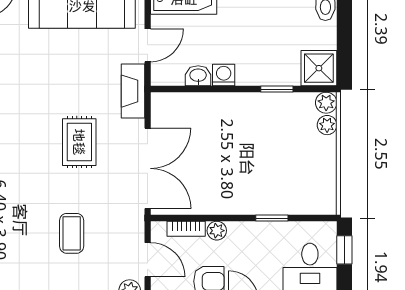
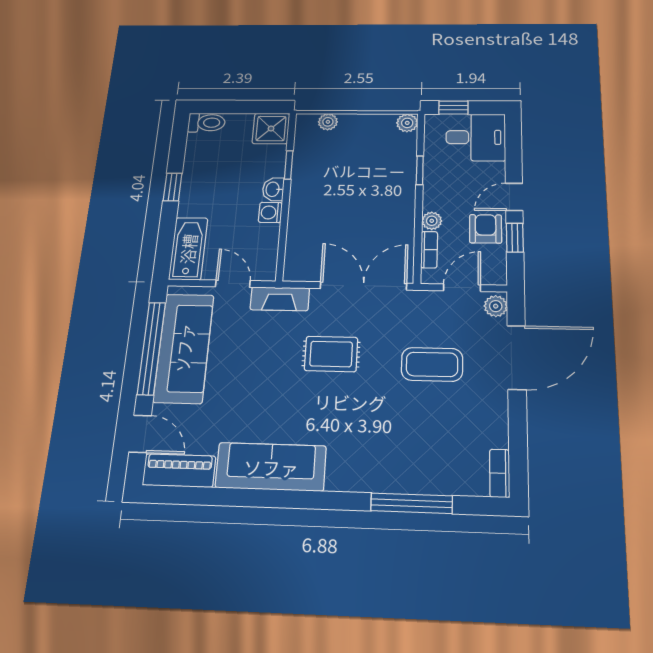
washbasin: (198, 76) -> (273, 189), moved
plant: (326, 103) -> (407, 123), moved
coffee table: (72, 233) -> (432, 364), width x1.36, depth x1.30

